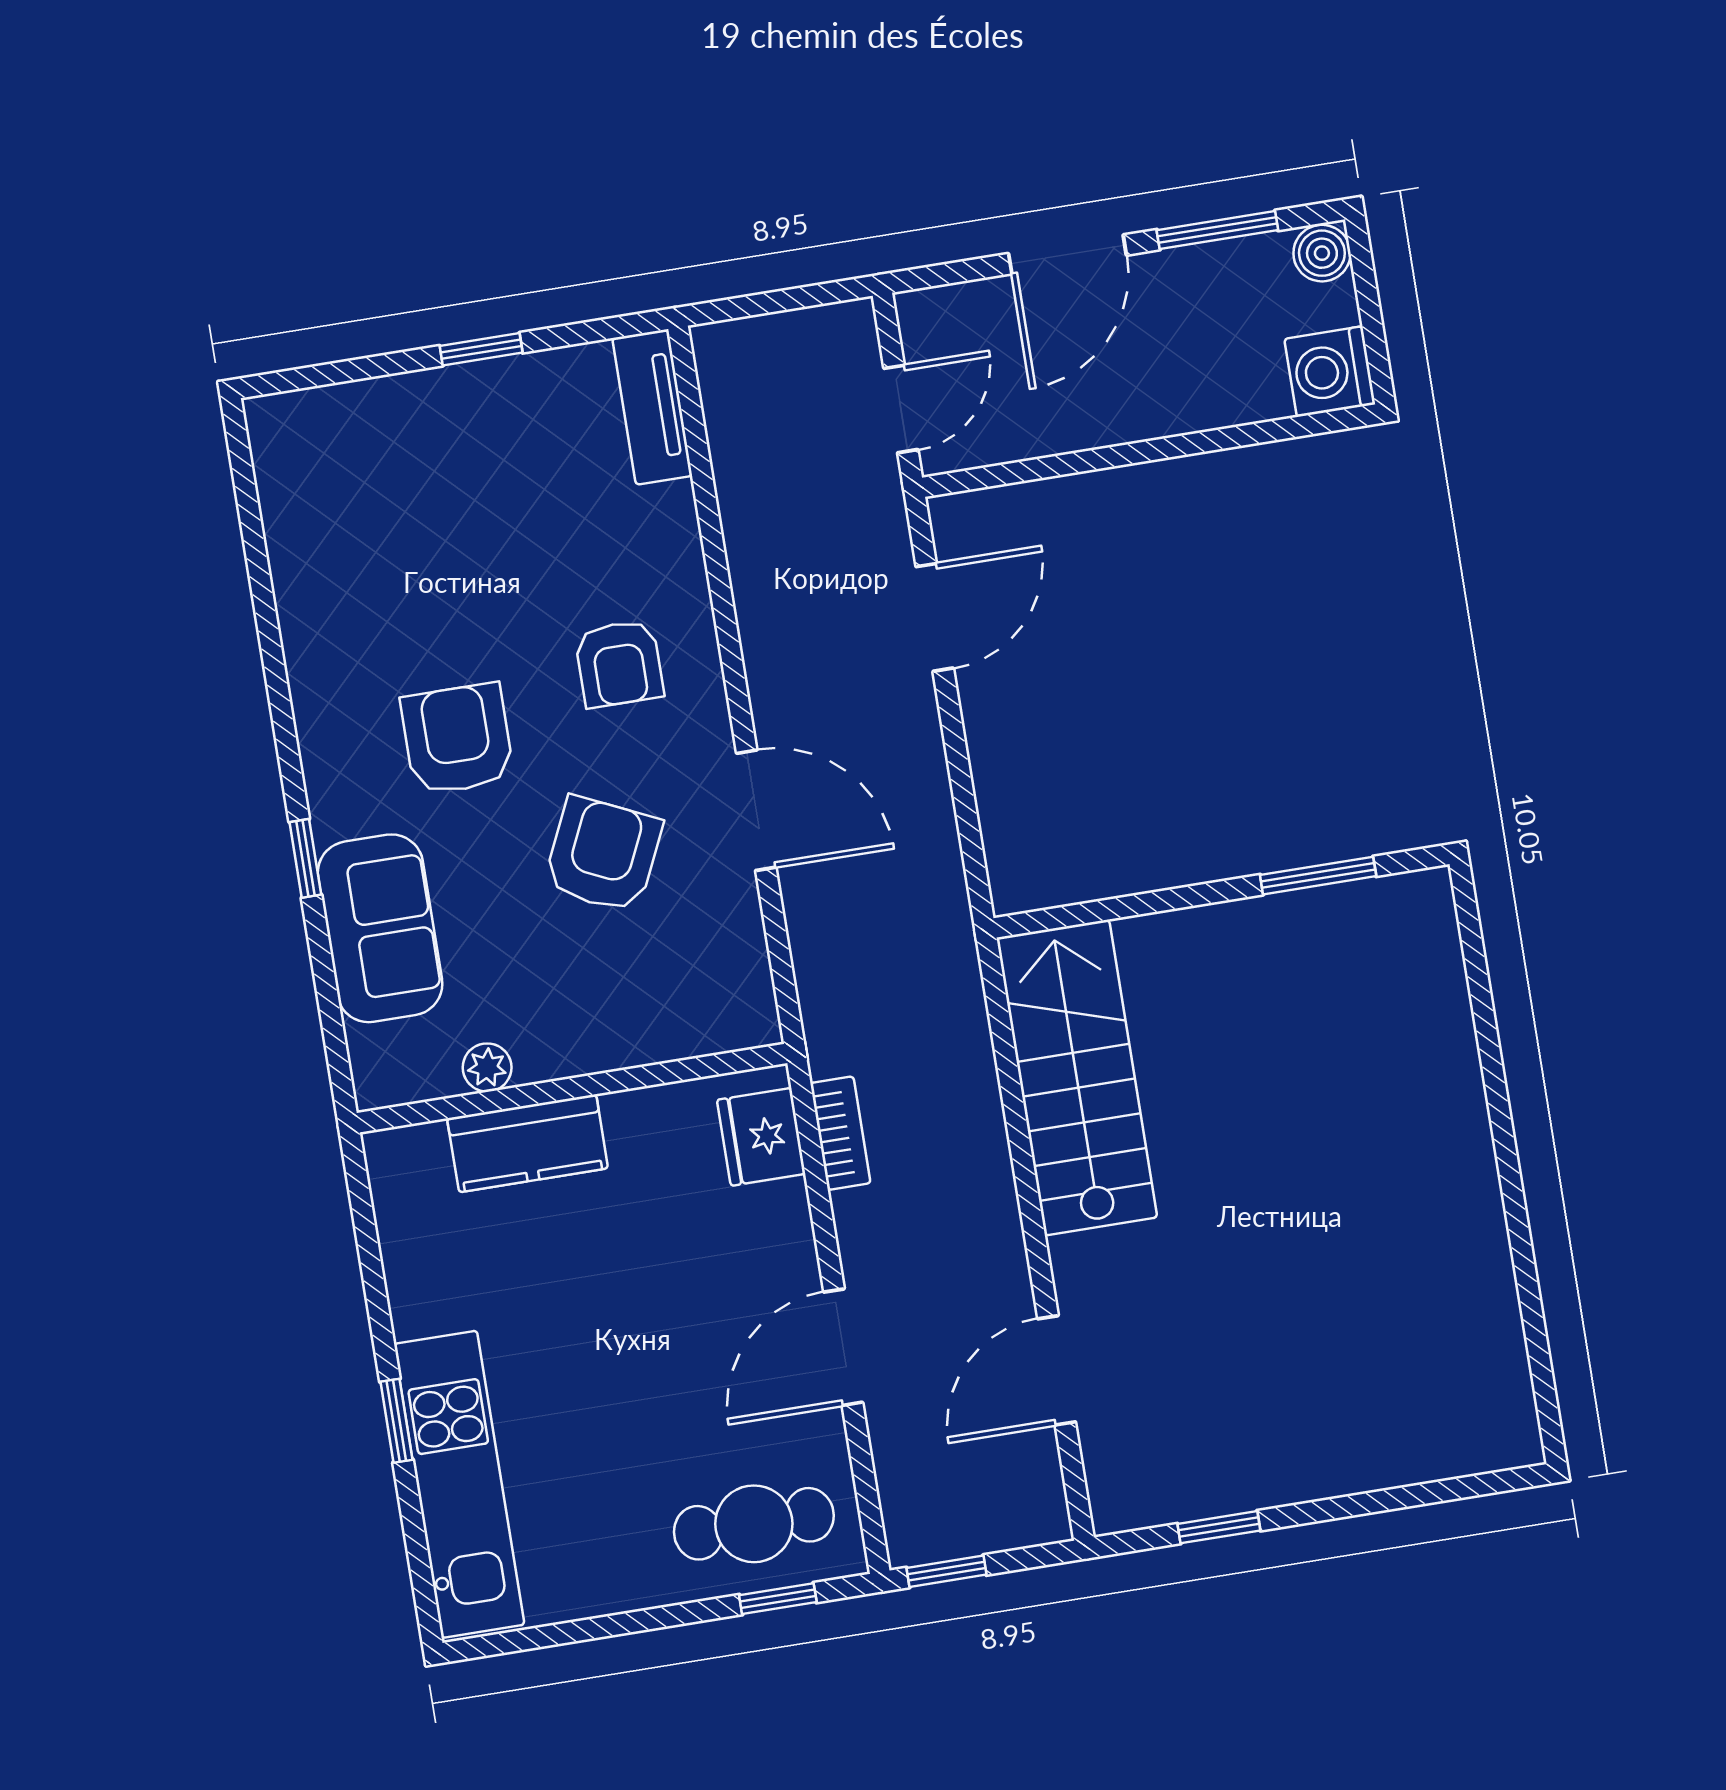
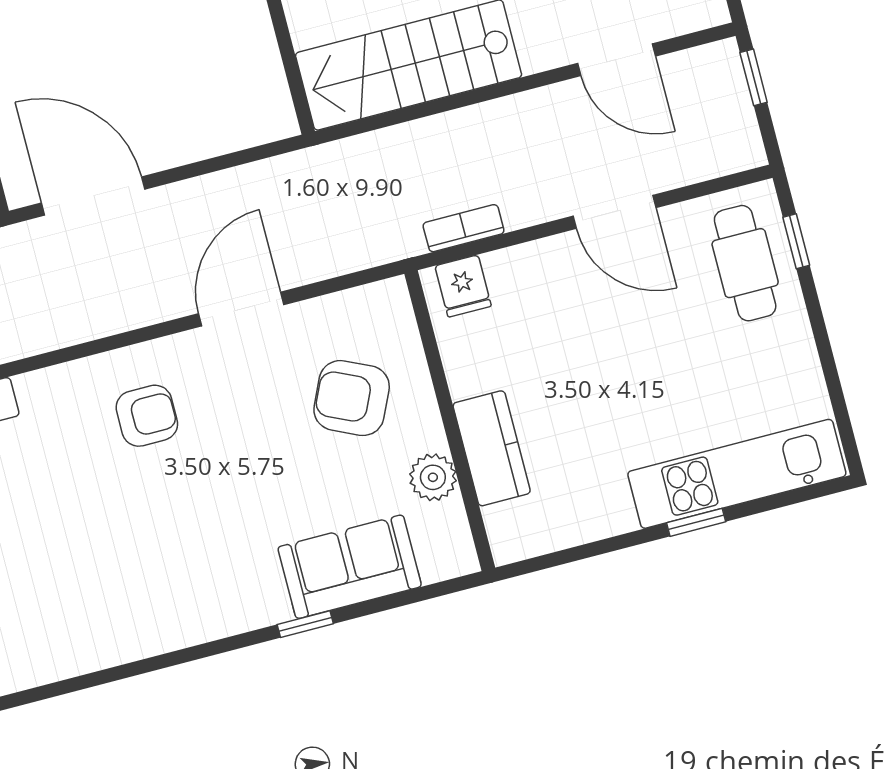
door: (935, 617) -> (93, 196), width x1.36
armchair: (457, 739) -> (211, 525), removed
armchair: (603, 854) -> (352, 398), moved
plant: (487, 1067) -> (433, 477), width x1.38, depth x1.38
fridge: (761, 1137) -> (463, 286), width x0.72
window: (946, 1571) -> (754, 77), moved

